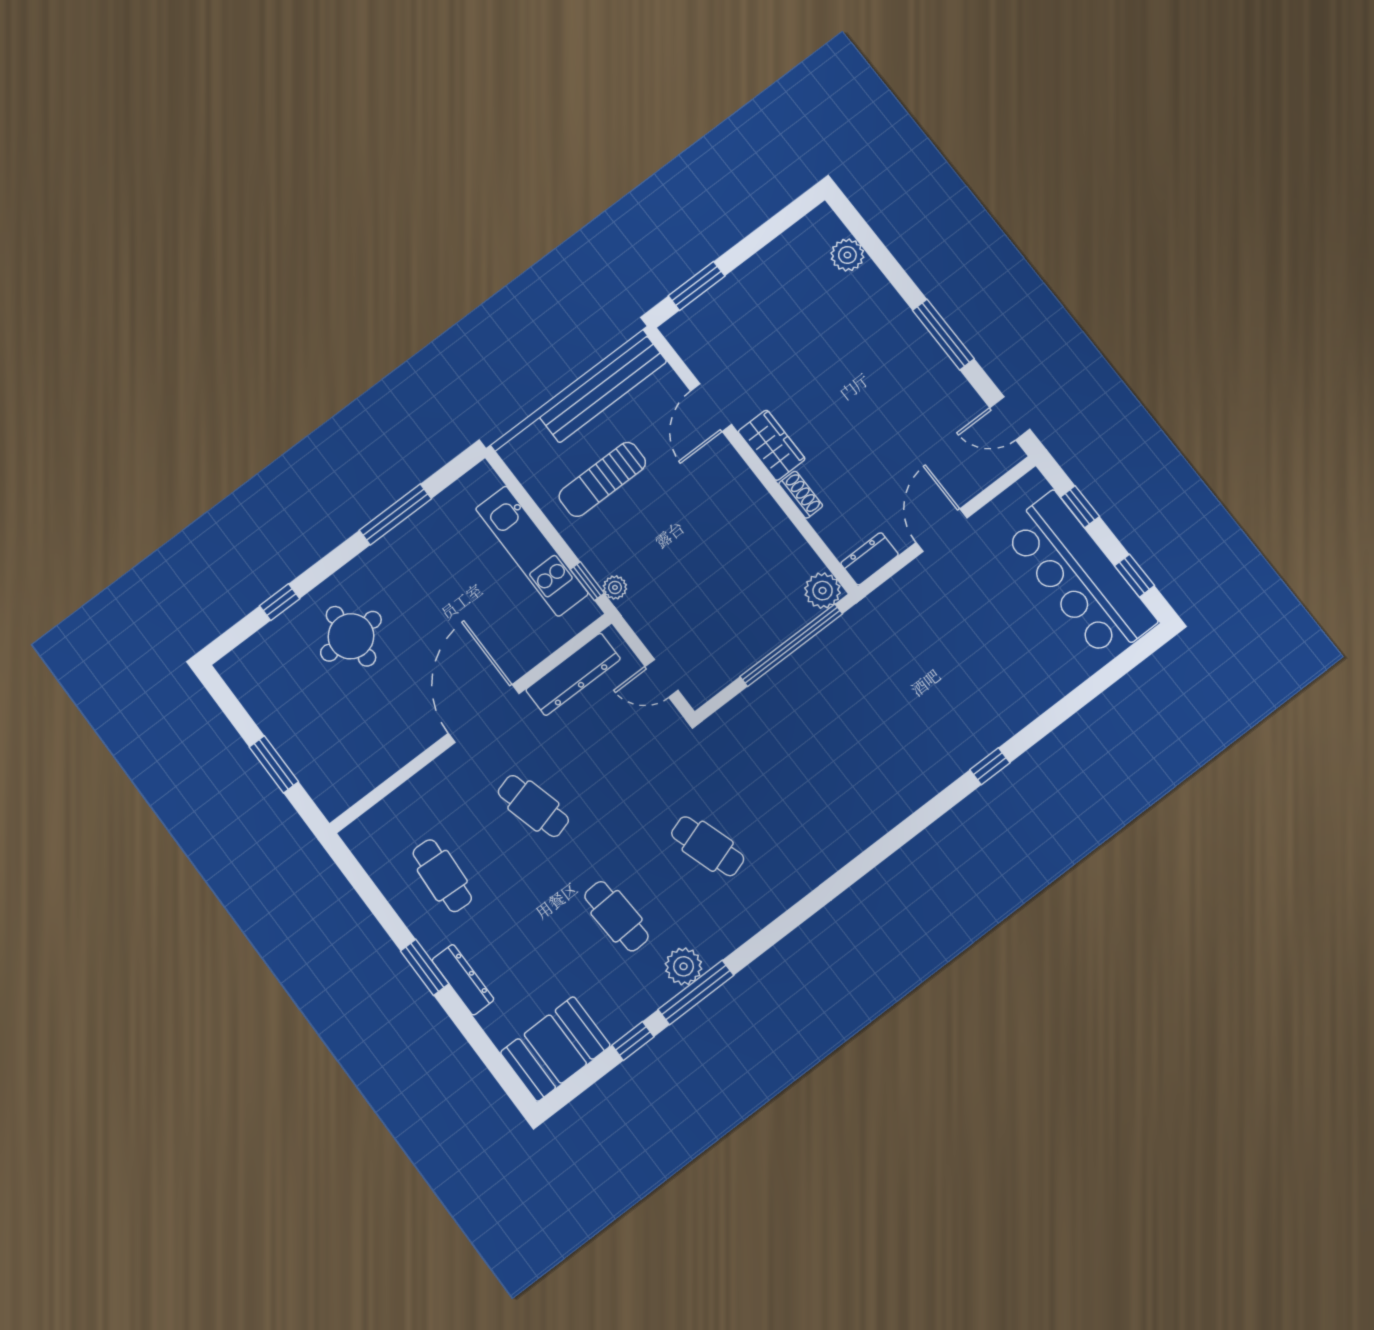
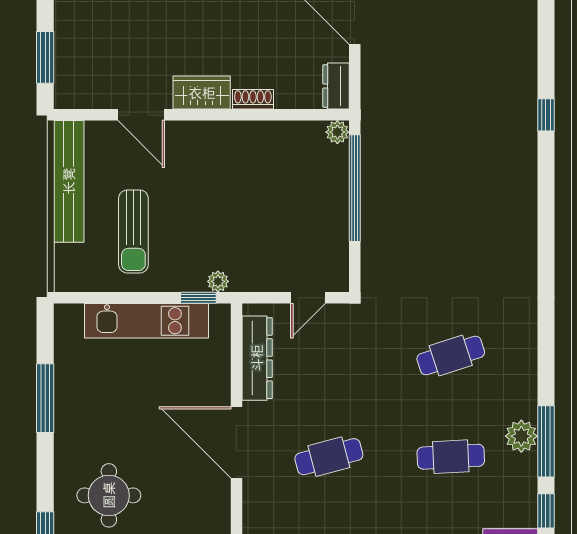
plant: (823, 591) -> (337, 132), width x0.73, depth x0.73

